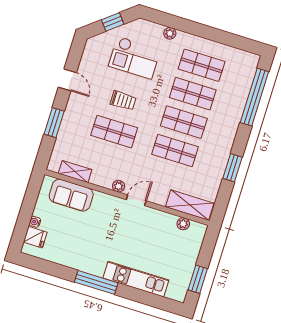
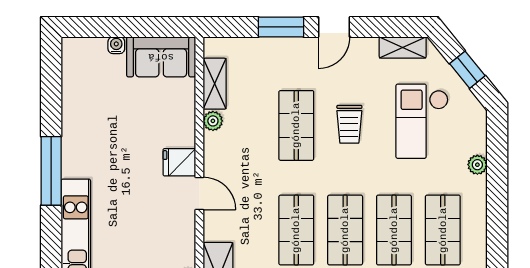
shelving: (88, 56) -> (403, 47), added
door: (67, 80) -> (334, 27), moved
plant: (119, 186) -> (213, 121), moved
sofa: (71, 195) -> (161, 57), moved, turned -90
fridge: (35, 237) -> (179, 162), moved, turned 90

